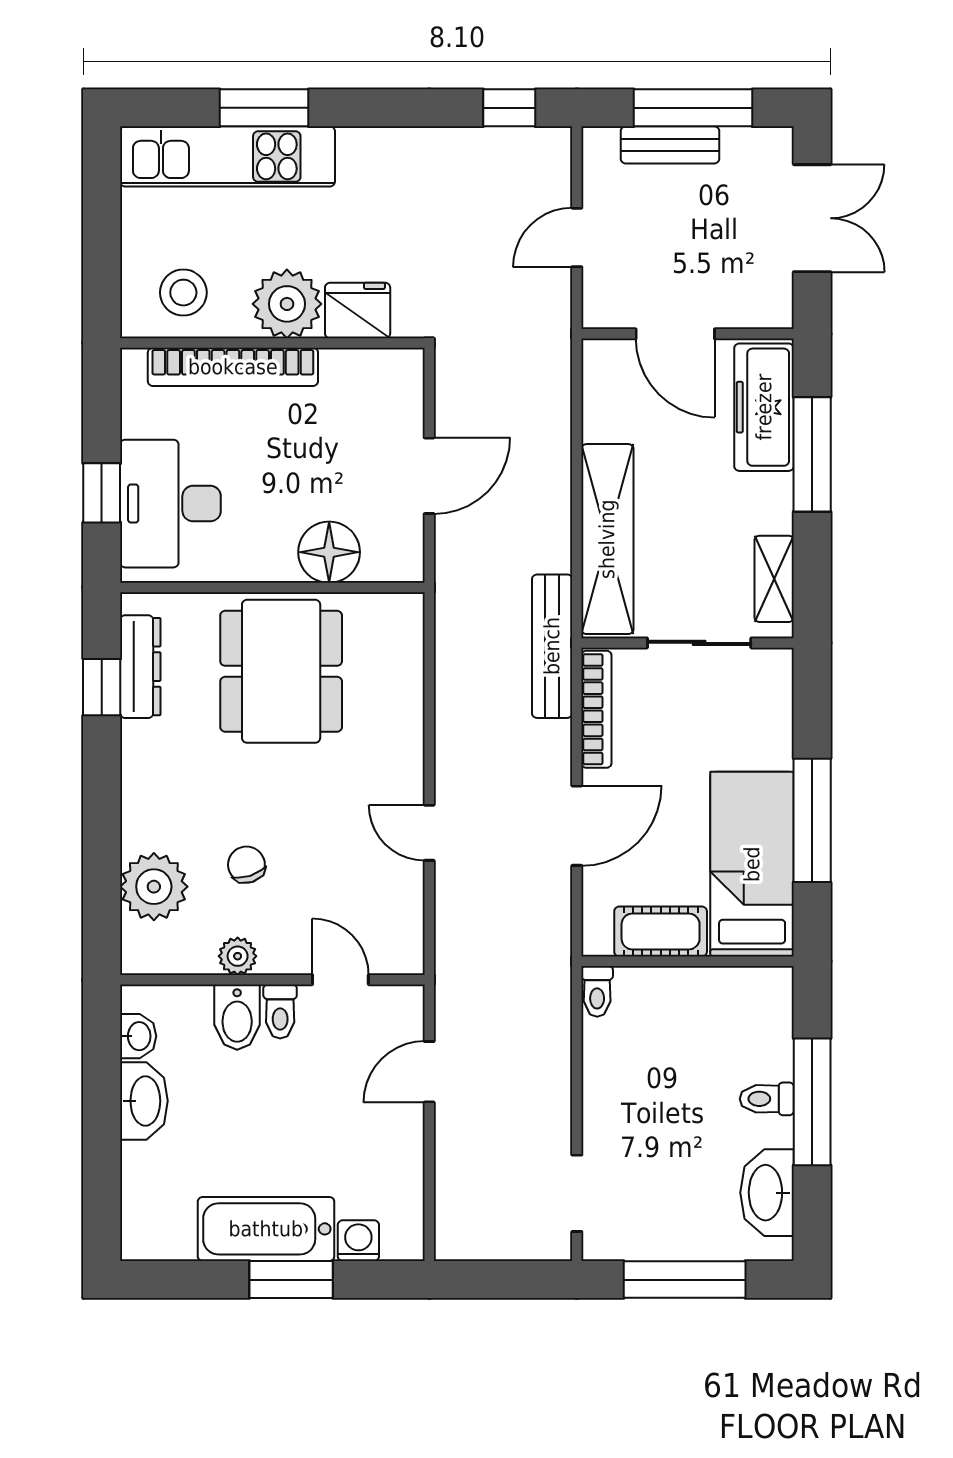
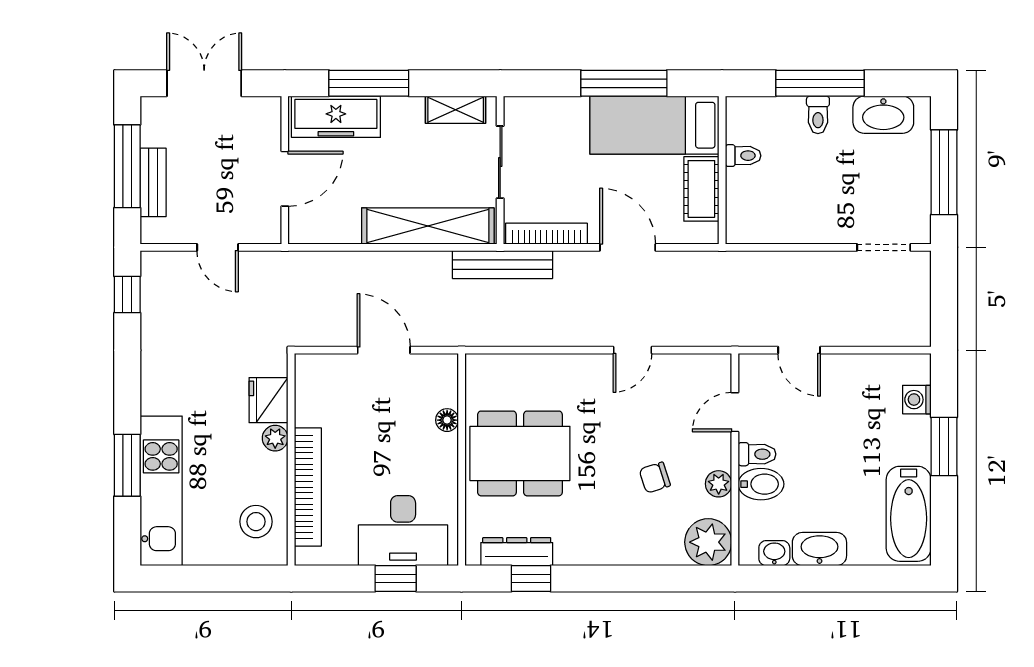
plant: (287, 304) -> (275, 438), width x0.53, depth x0.53
floor lamp: (329, 552) -> (447, 420), width x0.53, depth x0.53
plant: (154, 887) -> (708, 542), moved
toilet: (597, 991) -> (743, 156), moved
bathtub: (266, 1229) -> (909, 514), moved

